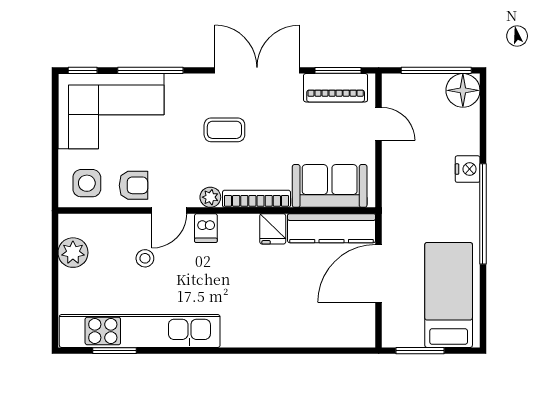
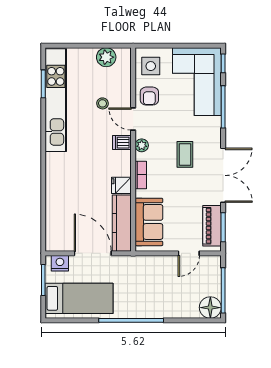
nightstand: (468, 169) -> (60, 263), moved, turned 180
bookcase: (256, 199) -> (141, 175), width x0.64

